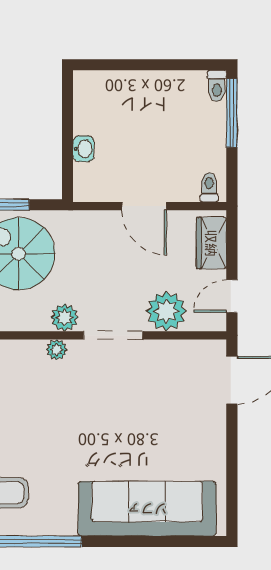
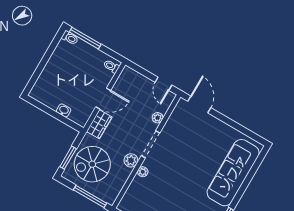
wardrobe: (211, 243) -> (99, 124), moved, turned -90
plant: (166, 311) -> (158, 118), width x0.53, depth x0.53

